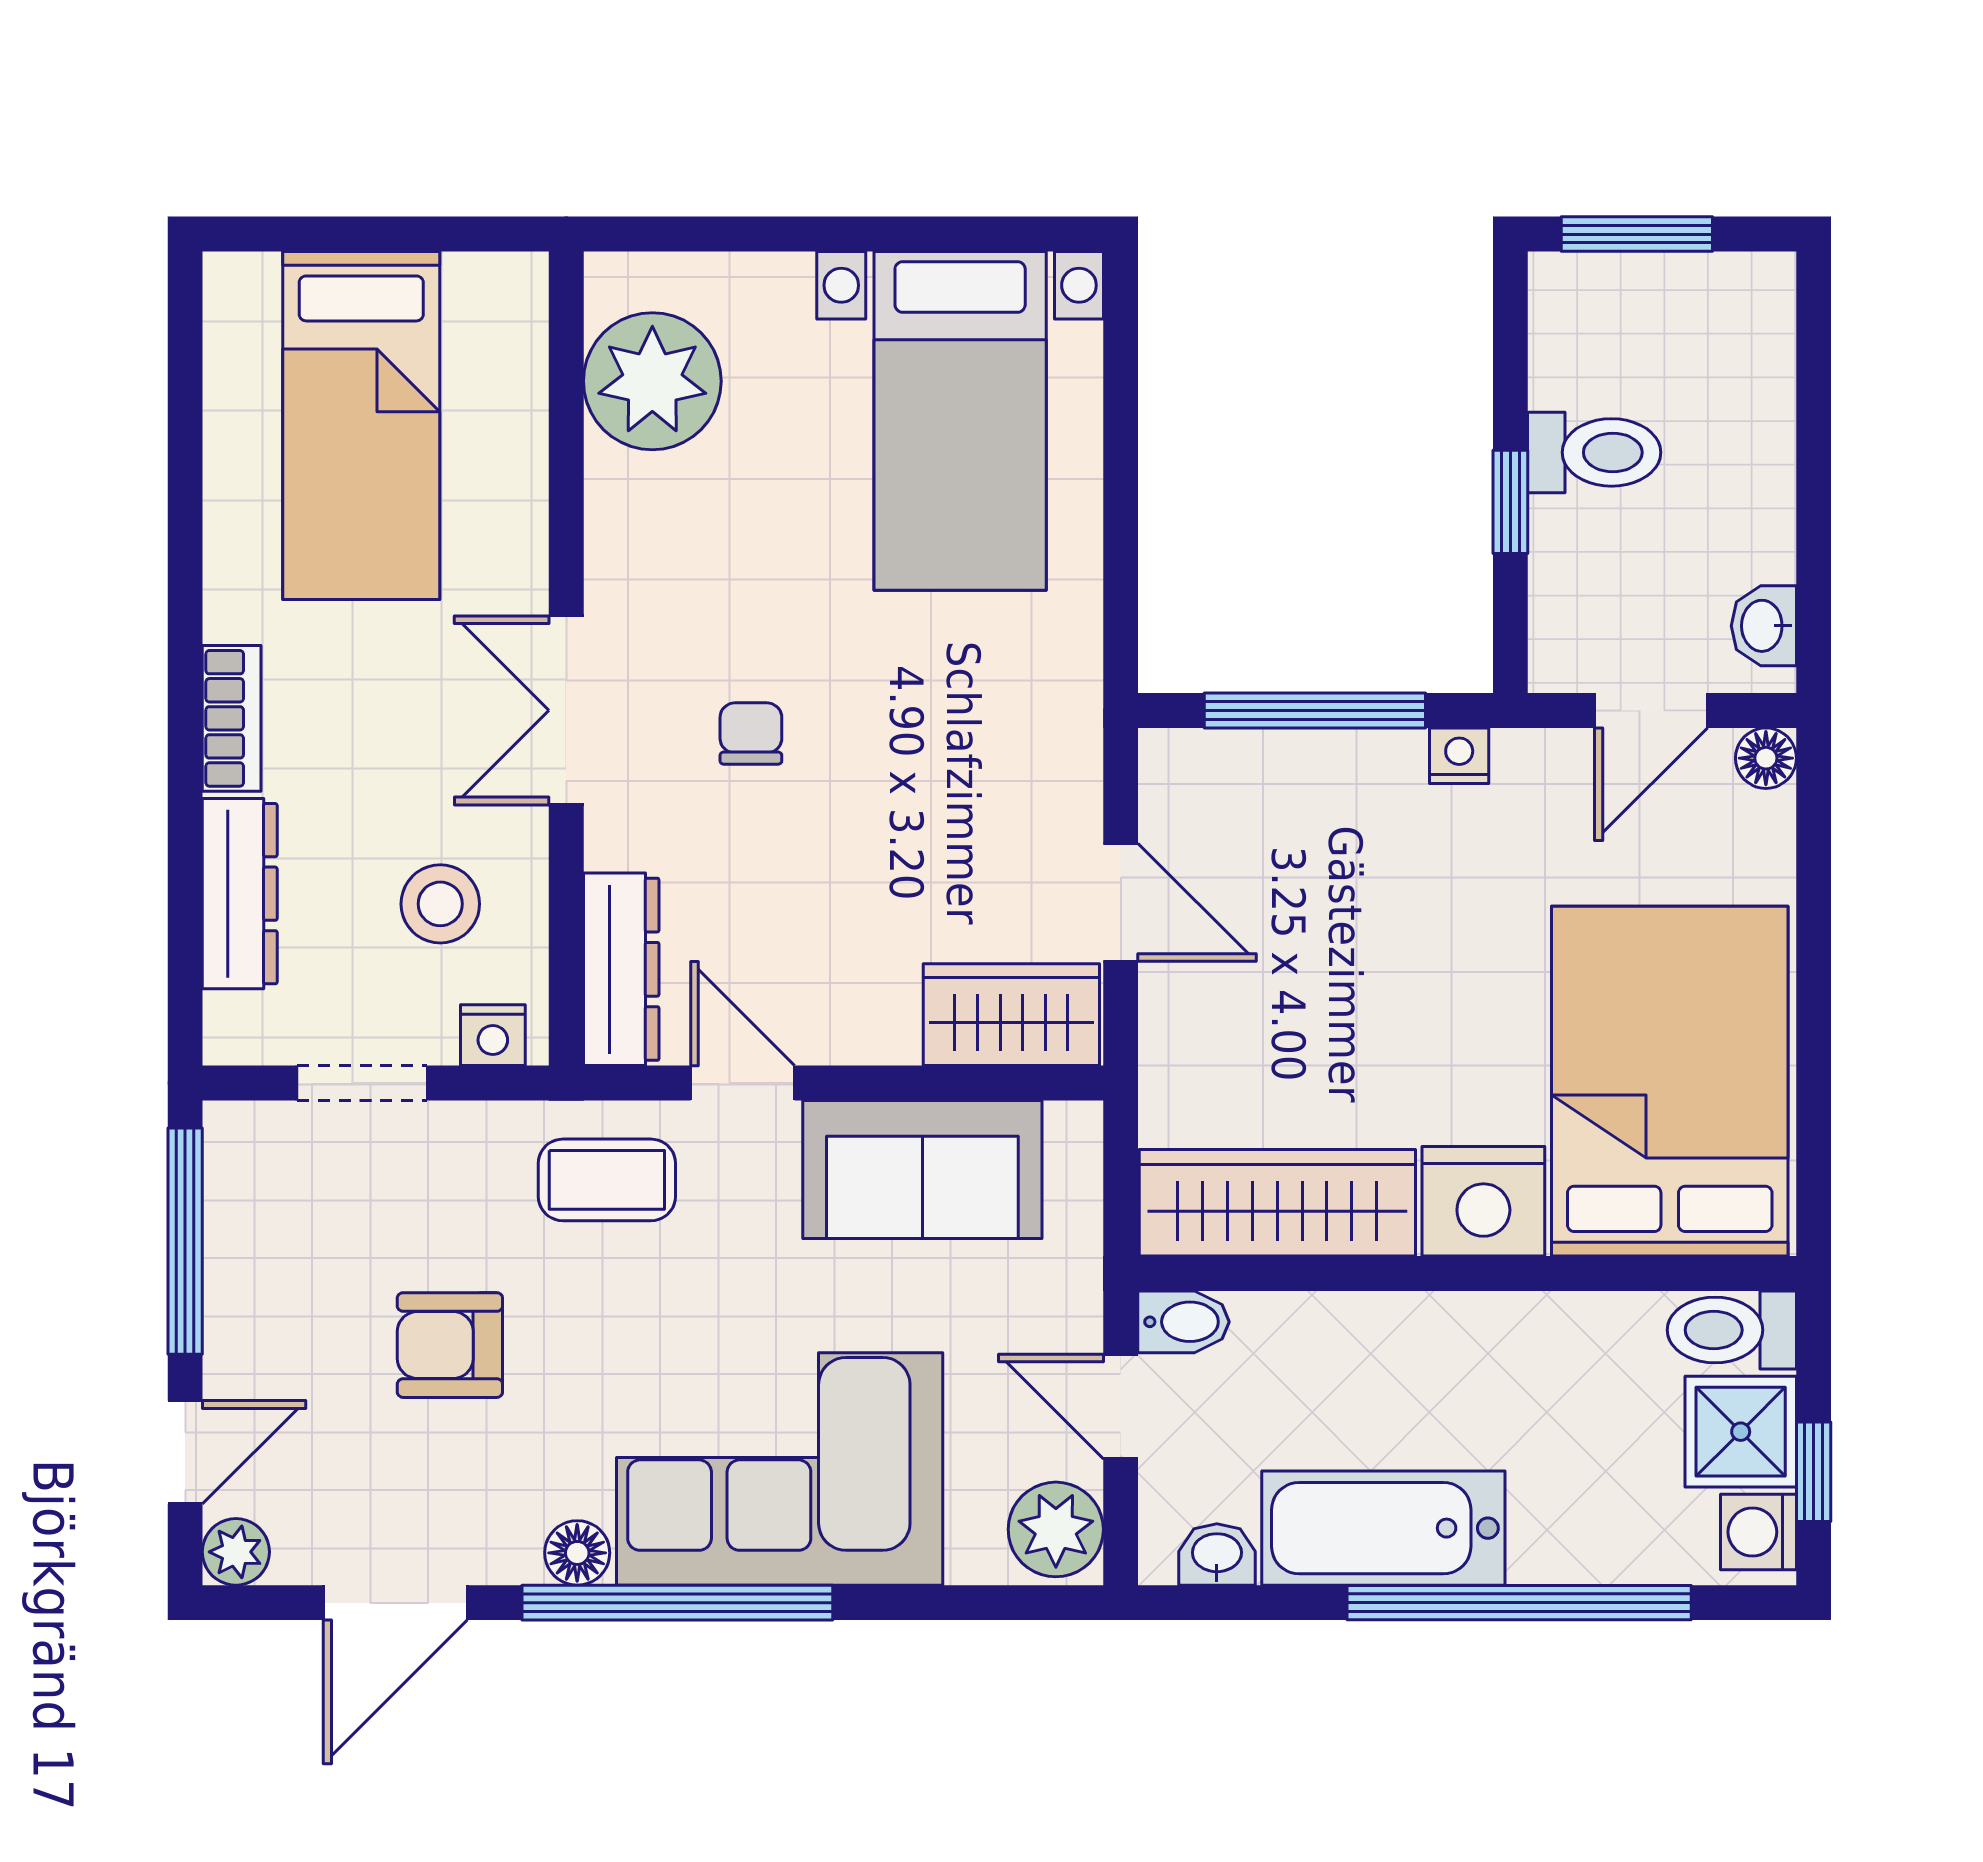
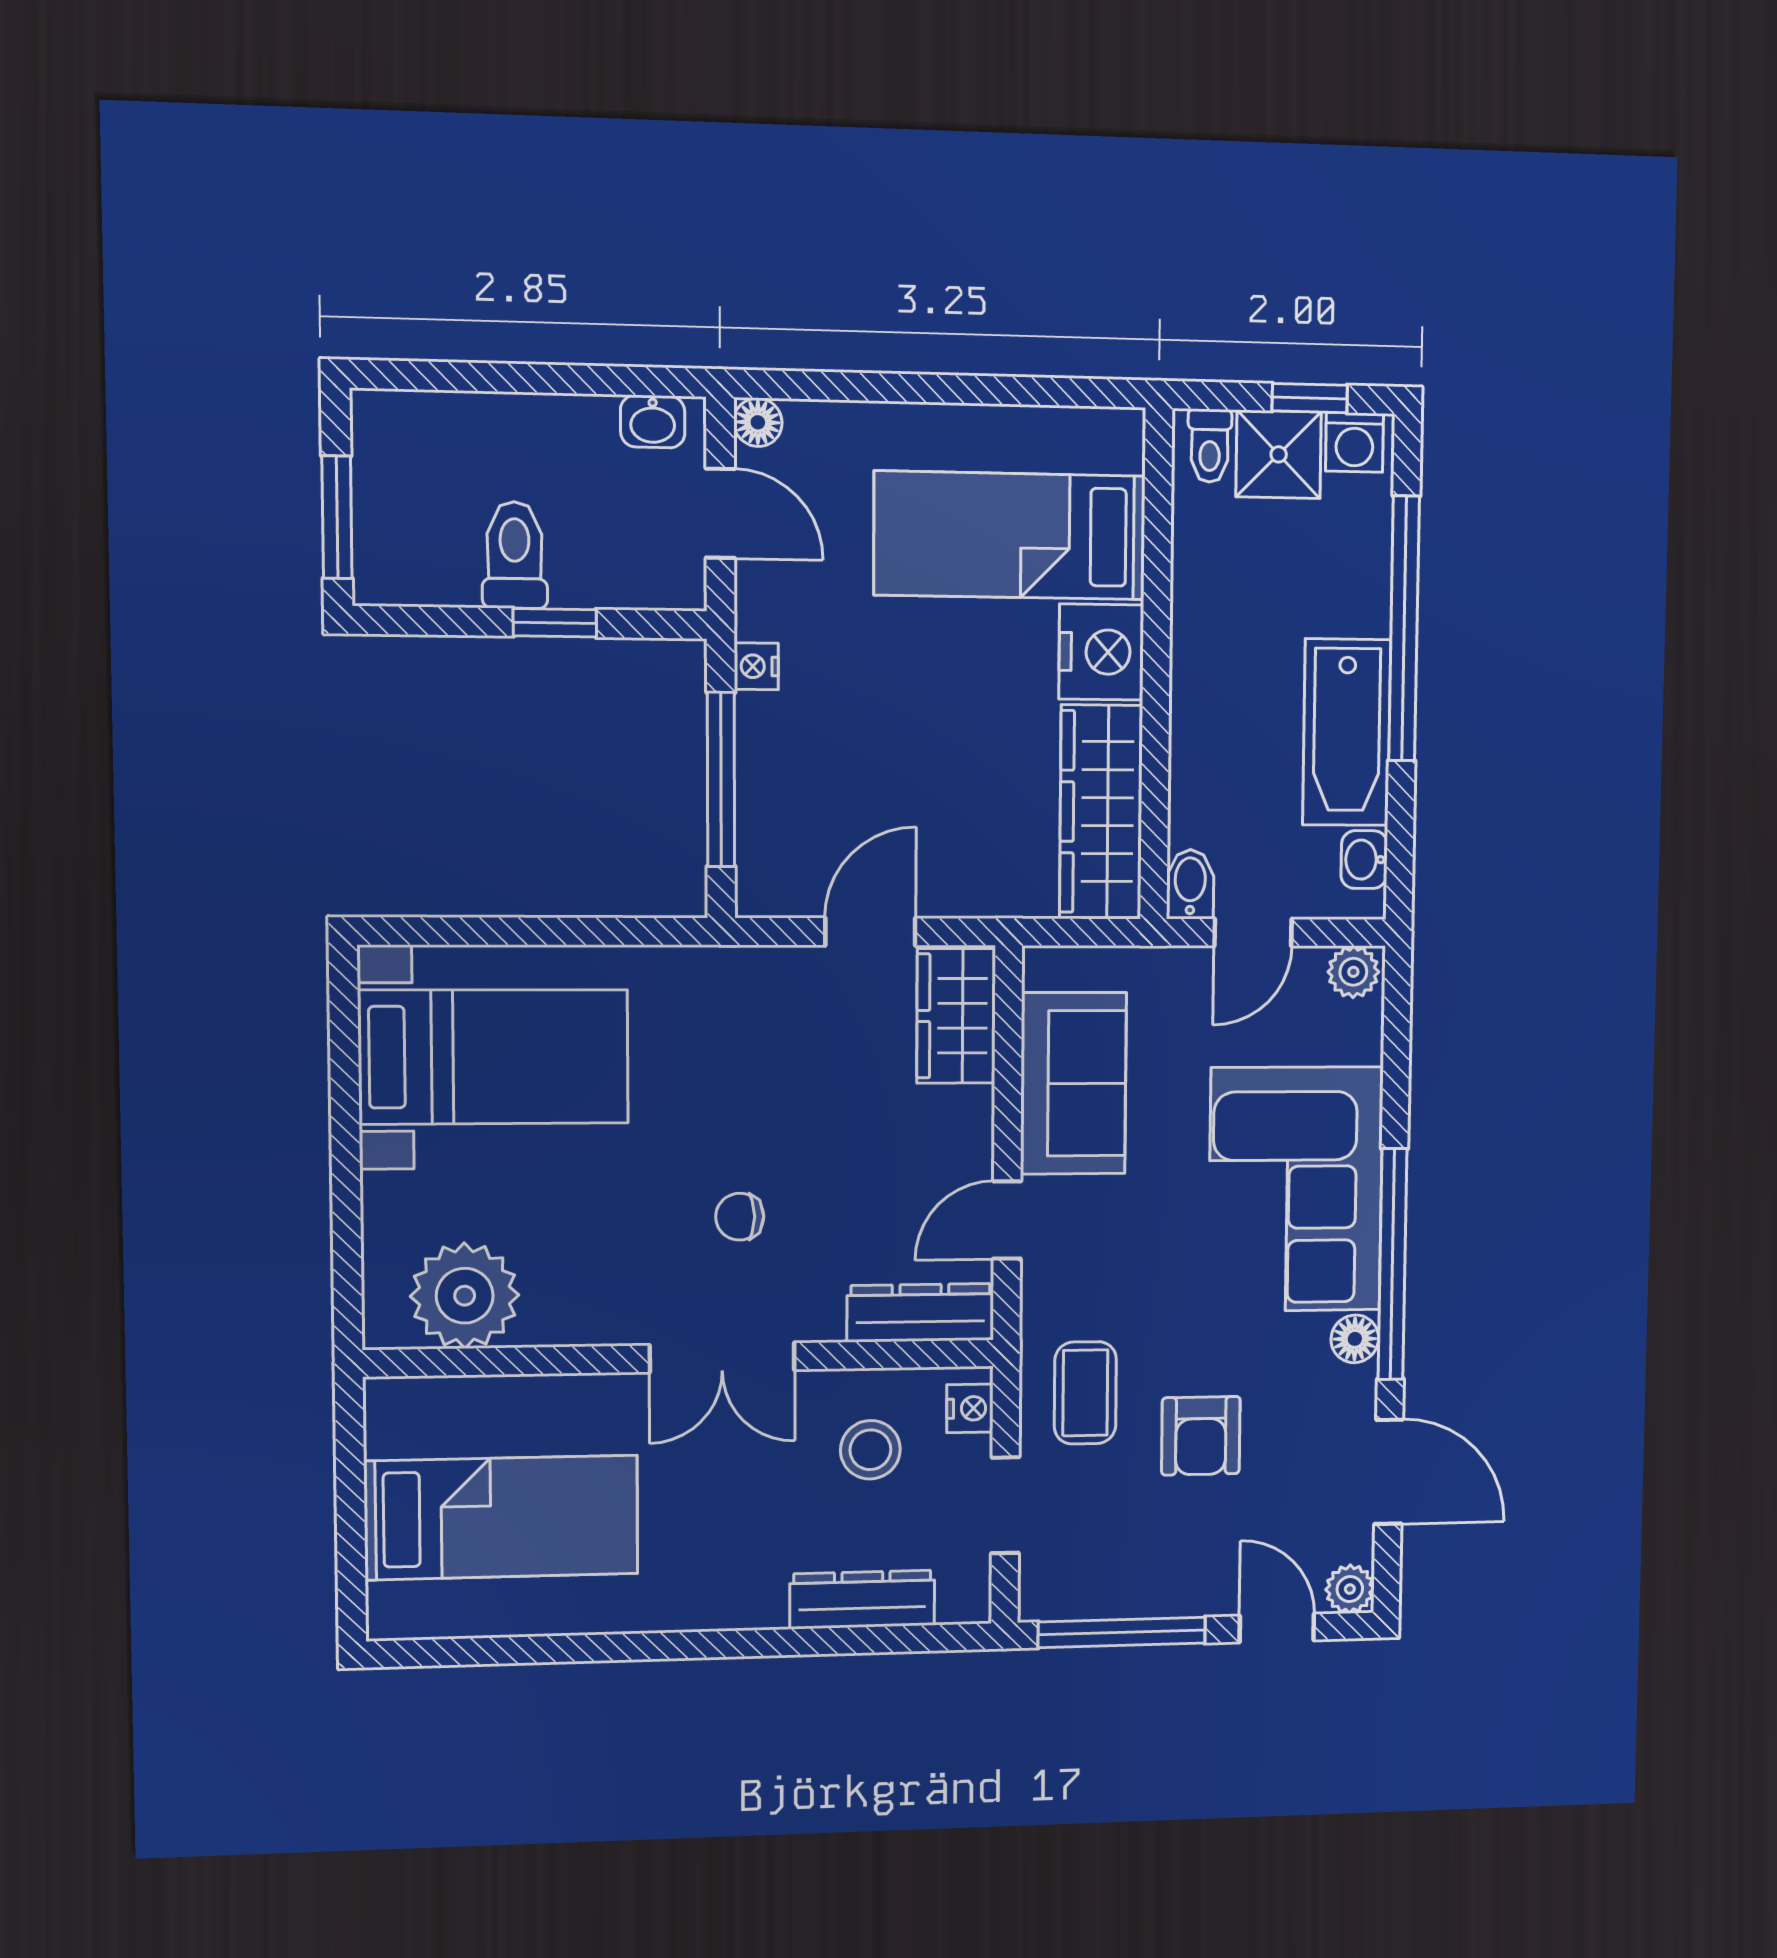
bookcase: (232, 718) -> (729, 1609), removed
bed: (1670, 1081) -> (1010, 535), width x0.67
coffee table: (607, 1180) -> (1085, 1393), moved
toilet: (1732, 1330) -> (1210, 446), width x0.73, depth x0.72
plant: (1056, 1529) -> (1353, 972), width x0.73, depth x0.73

